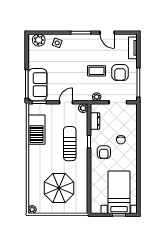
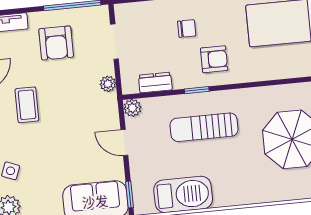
coffee table: (97, 71) -> (27, 105), moved
armchair: (120, 72) -> (56, 43), turned 90

